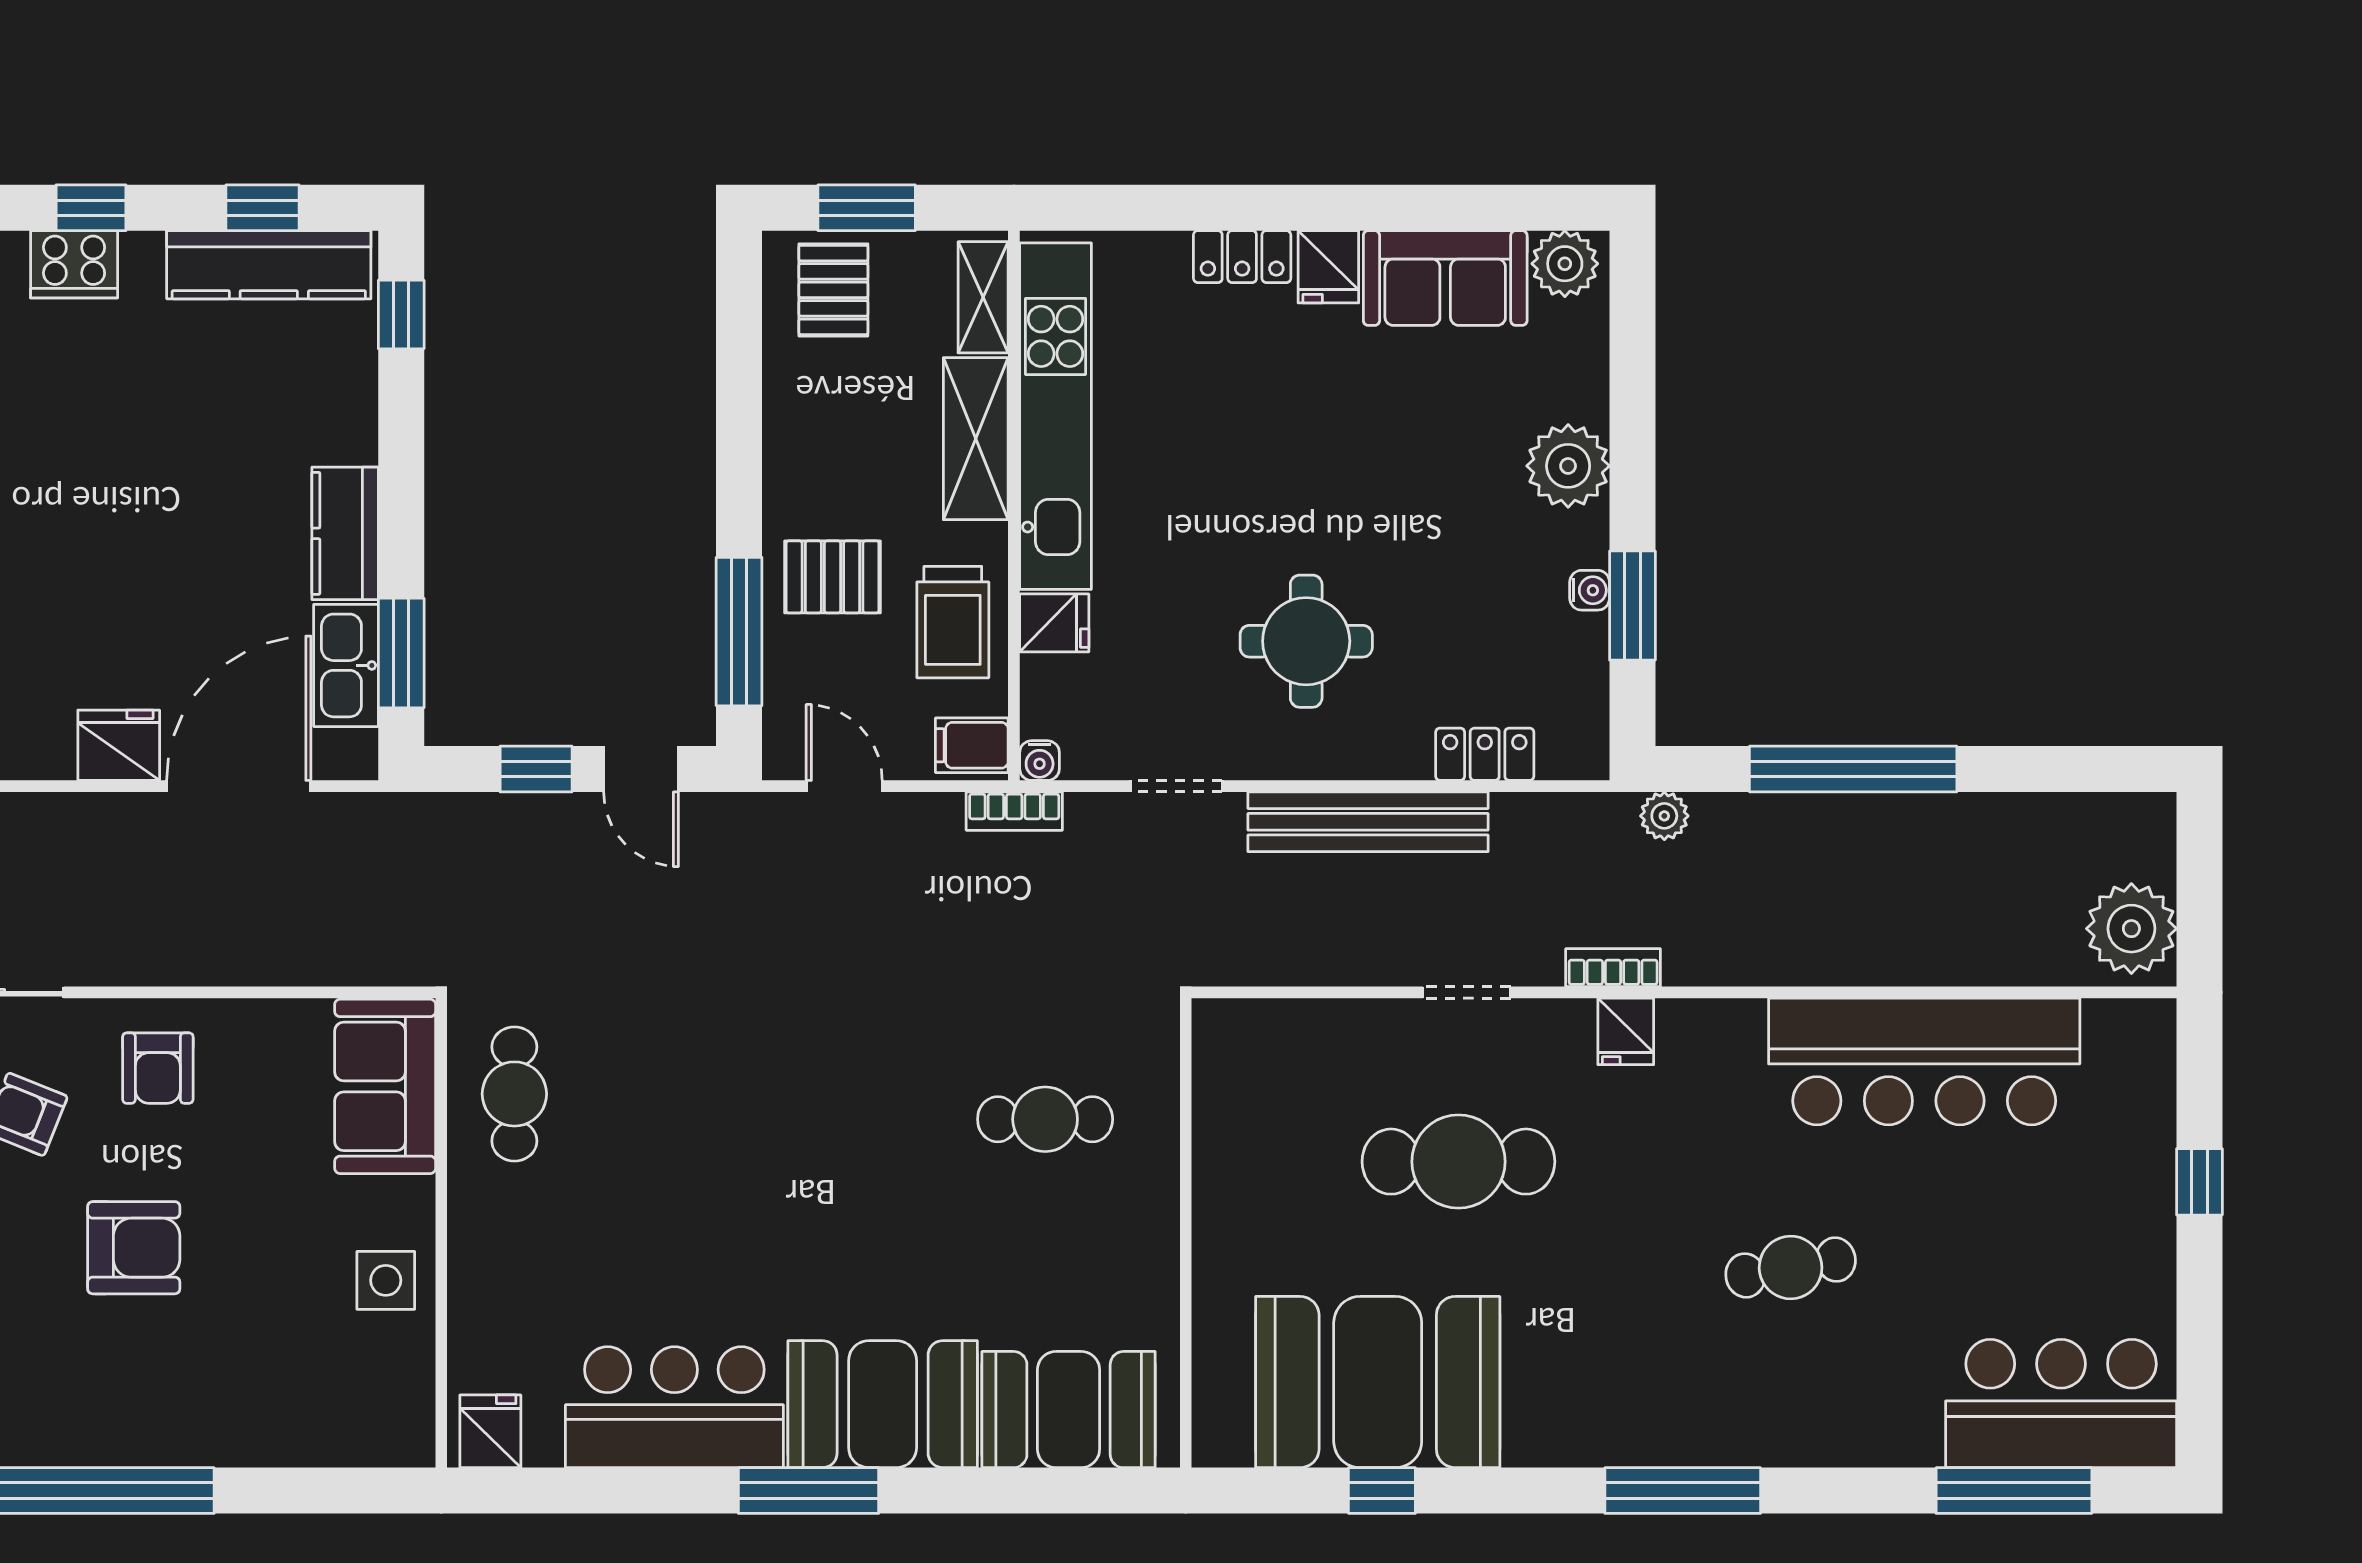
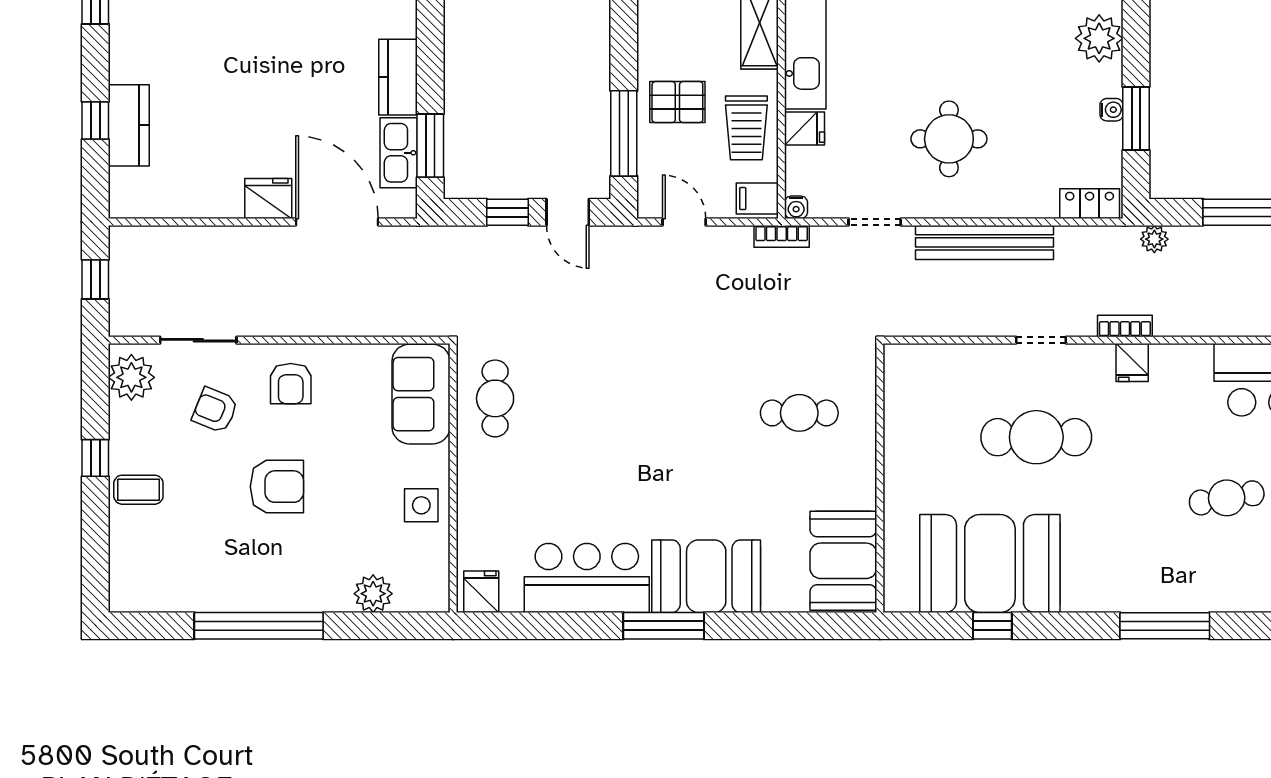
locker: (1485, 754) -> (1090, 204), moved
door: (239, 786) -> (337, 222), hinge flipped
booth: (1069, 1410) -> (843, 561), moved, turned 90
plant: (302, 1434) -> (373, 594), added

